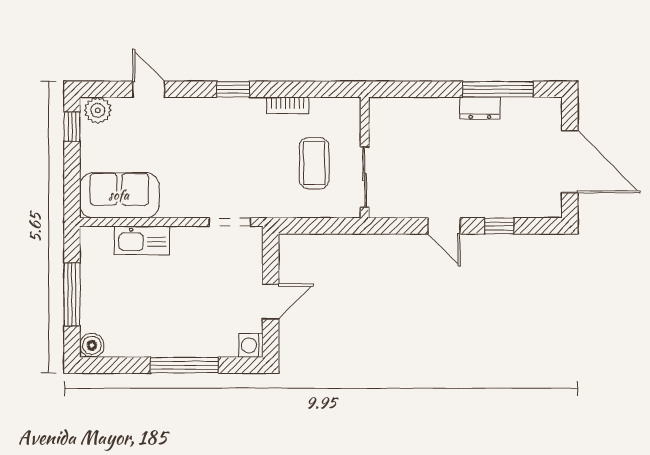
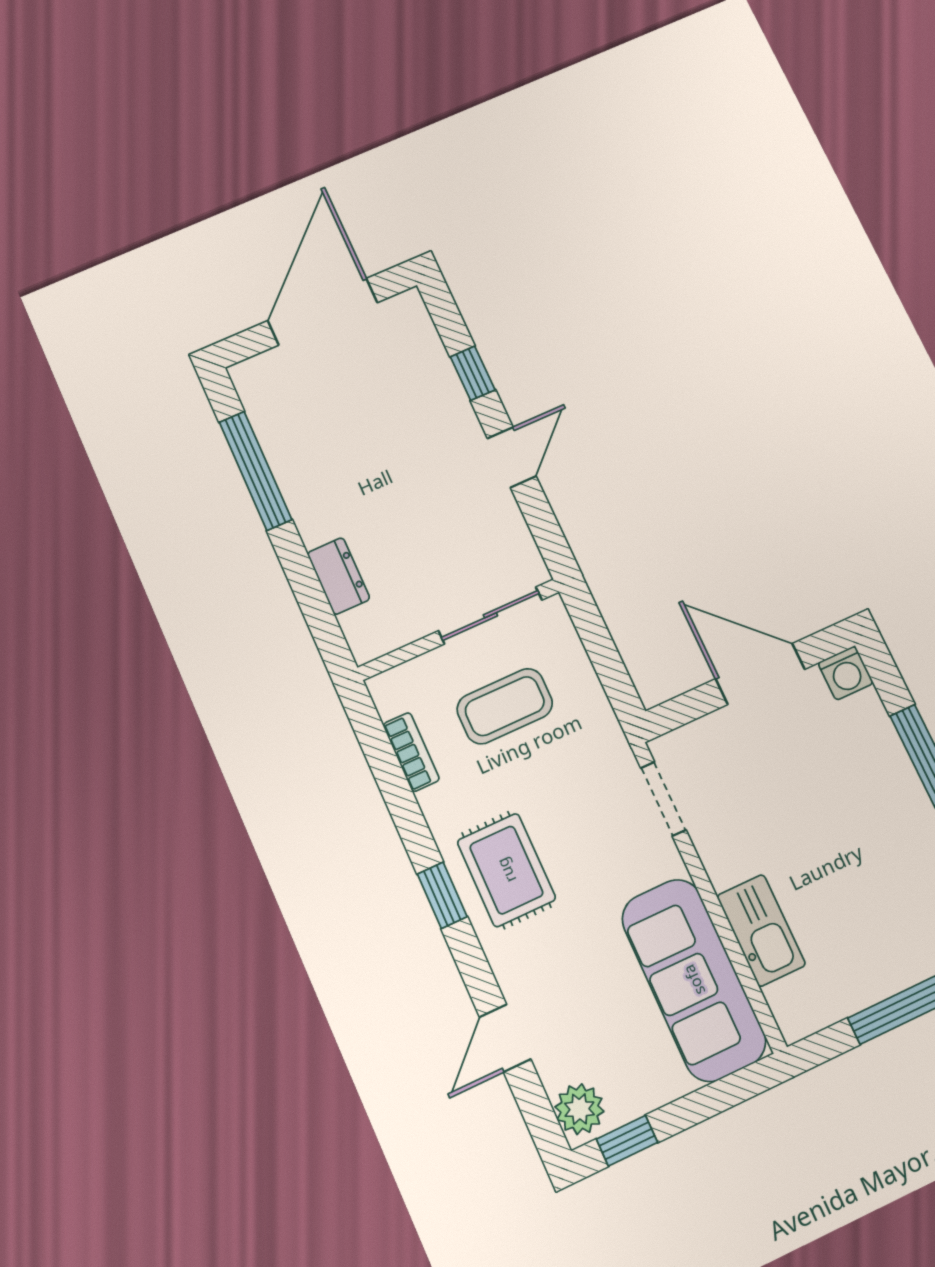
bookcase: (288, 105) -> (411, 752), moved
dresser: (480, 108) -> (339, 576), moved
rug: (231, 127) -> (506, 870), added
sofa: (119, 195) -> (694, 980), width x1.36
door: (271, 301) -> (760, 674), width x1.38

